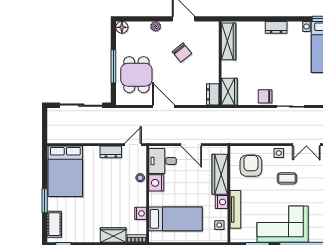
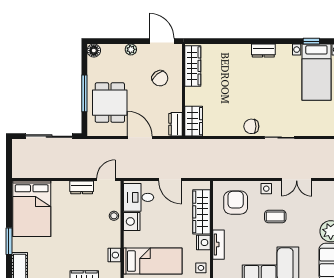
wardrobe: (228, 41) -> (193, 66), moved
wall: (220, 63) -> (184, 90), moved
wardrobe: (229, 92) -> (194, 121), moved
dresser: (213, 94) -> (176, 124), moved
tv unit: (235, 209) -> (219, 245), width x0.71

